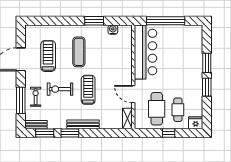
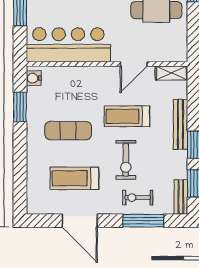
bar counter: (146, 52) -> (68, 45), moved
wall: (133, 77) -> (107, 64), moved
door: (133, 94) -> (134, 64), moved
shelving: (127, 119) -> (171, 73), moved

